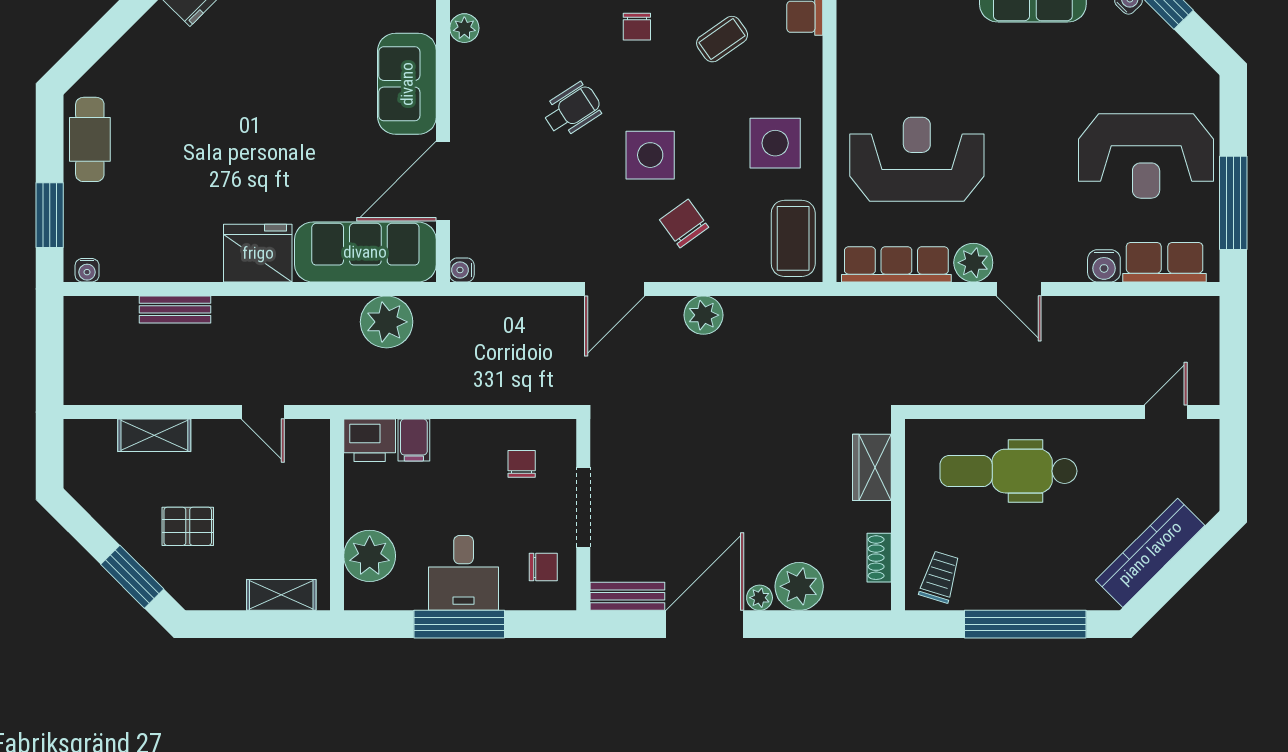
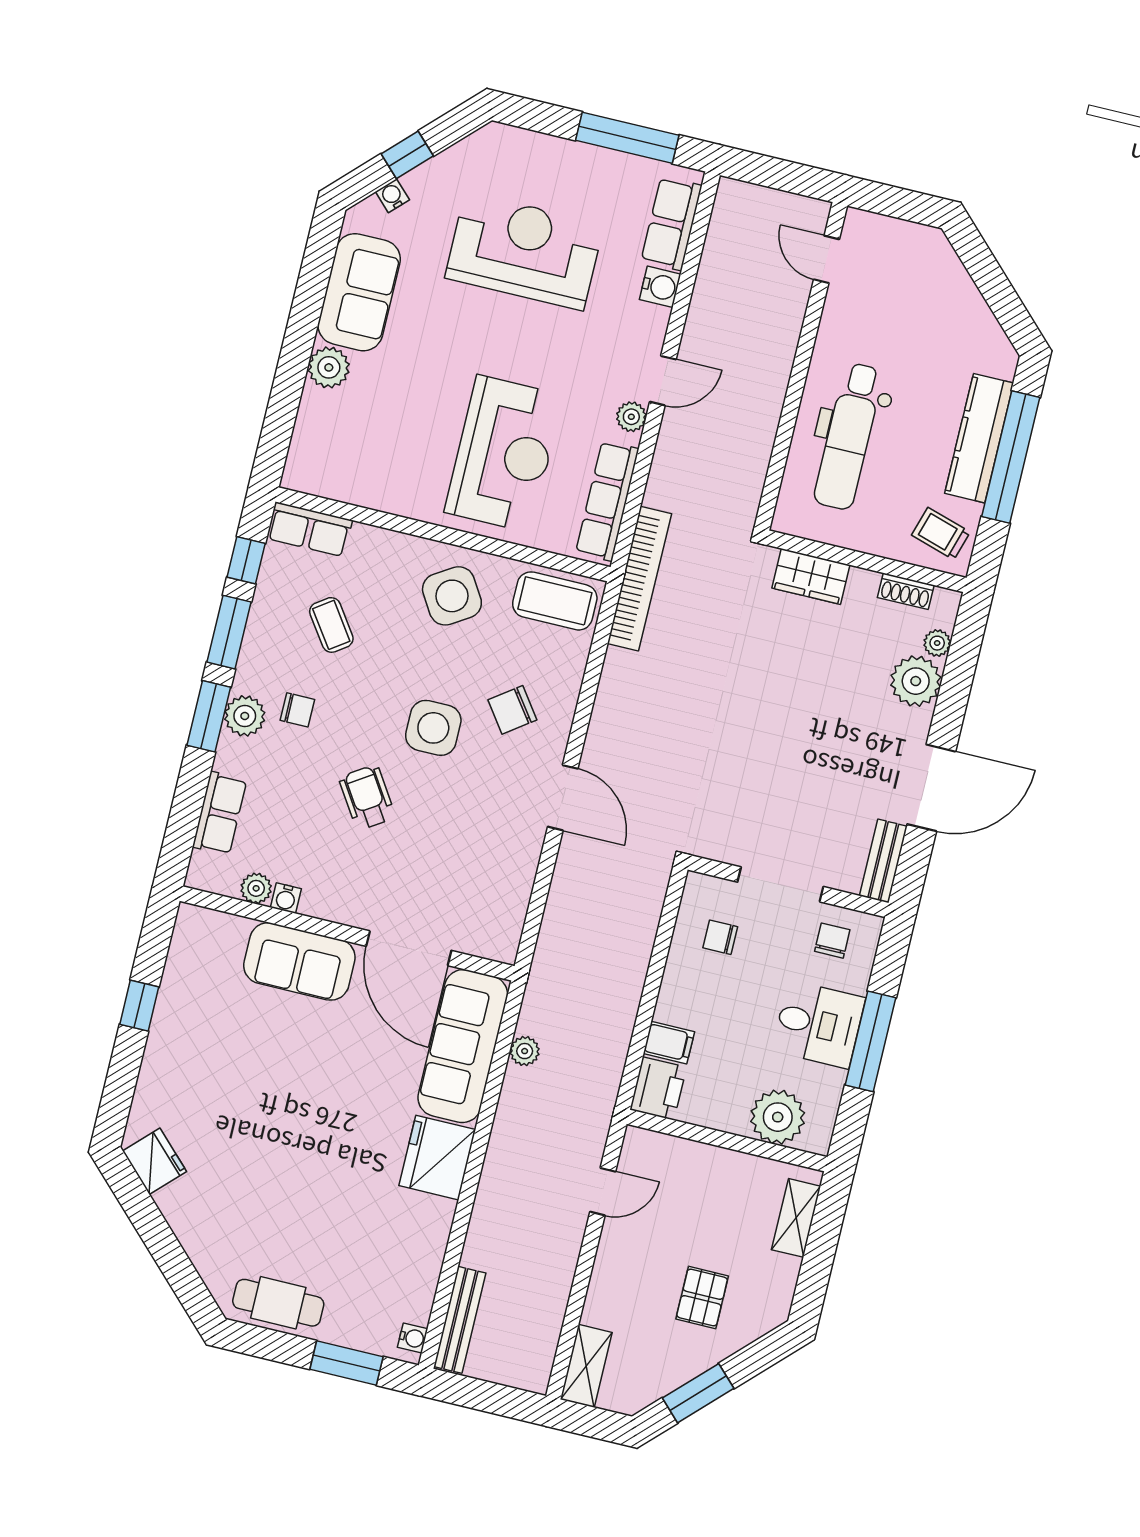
side table: (775, 143) -> (452, 596), turned -32
reception desk: (1146, 156) -> (524, 251), moved, turned -90
reception desk: (917, 159) -> (504, 454), turned 180
plant: (973, 263) -> (631, 417), width x0.73, depth x0.73
water cooler: (462, 270) -> (286, 898), moved
bench: (175, 309) -> (460, 1320), moved, width x1.36
bookcase: (832, 311) -> (639, 579), added
plant: (703, 315) -> (612, 713), removed
plant: (387, 322) -> (525, 1051), width x0.53, depth x0.53
shelving: (154, 435) -> (586, 1366), moved
kitchen counter: (1150, 553) -> (979, 438), moved, turned 45
window: (132, 577) -> (698, 1393), moved
plant: (760, 598) -> (937, 643), moved
door: (705, 624) -> (931, 788), swing flipped

